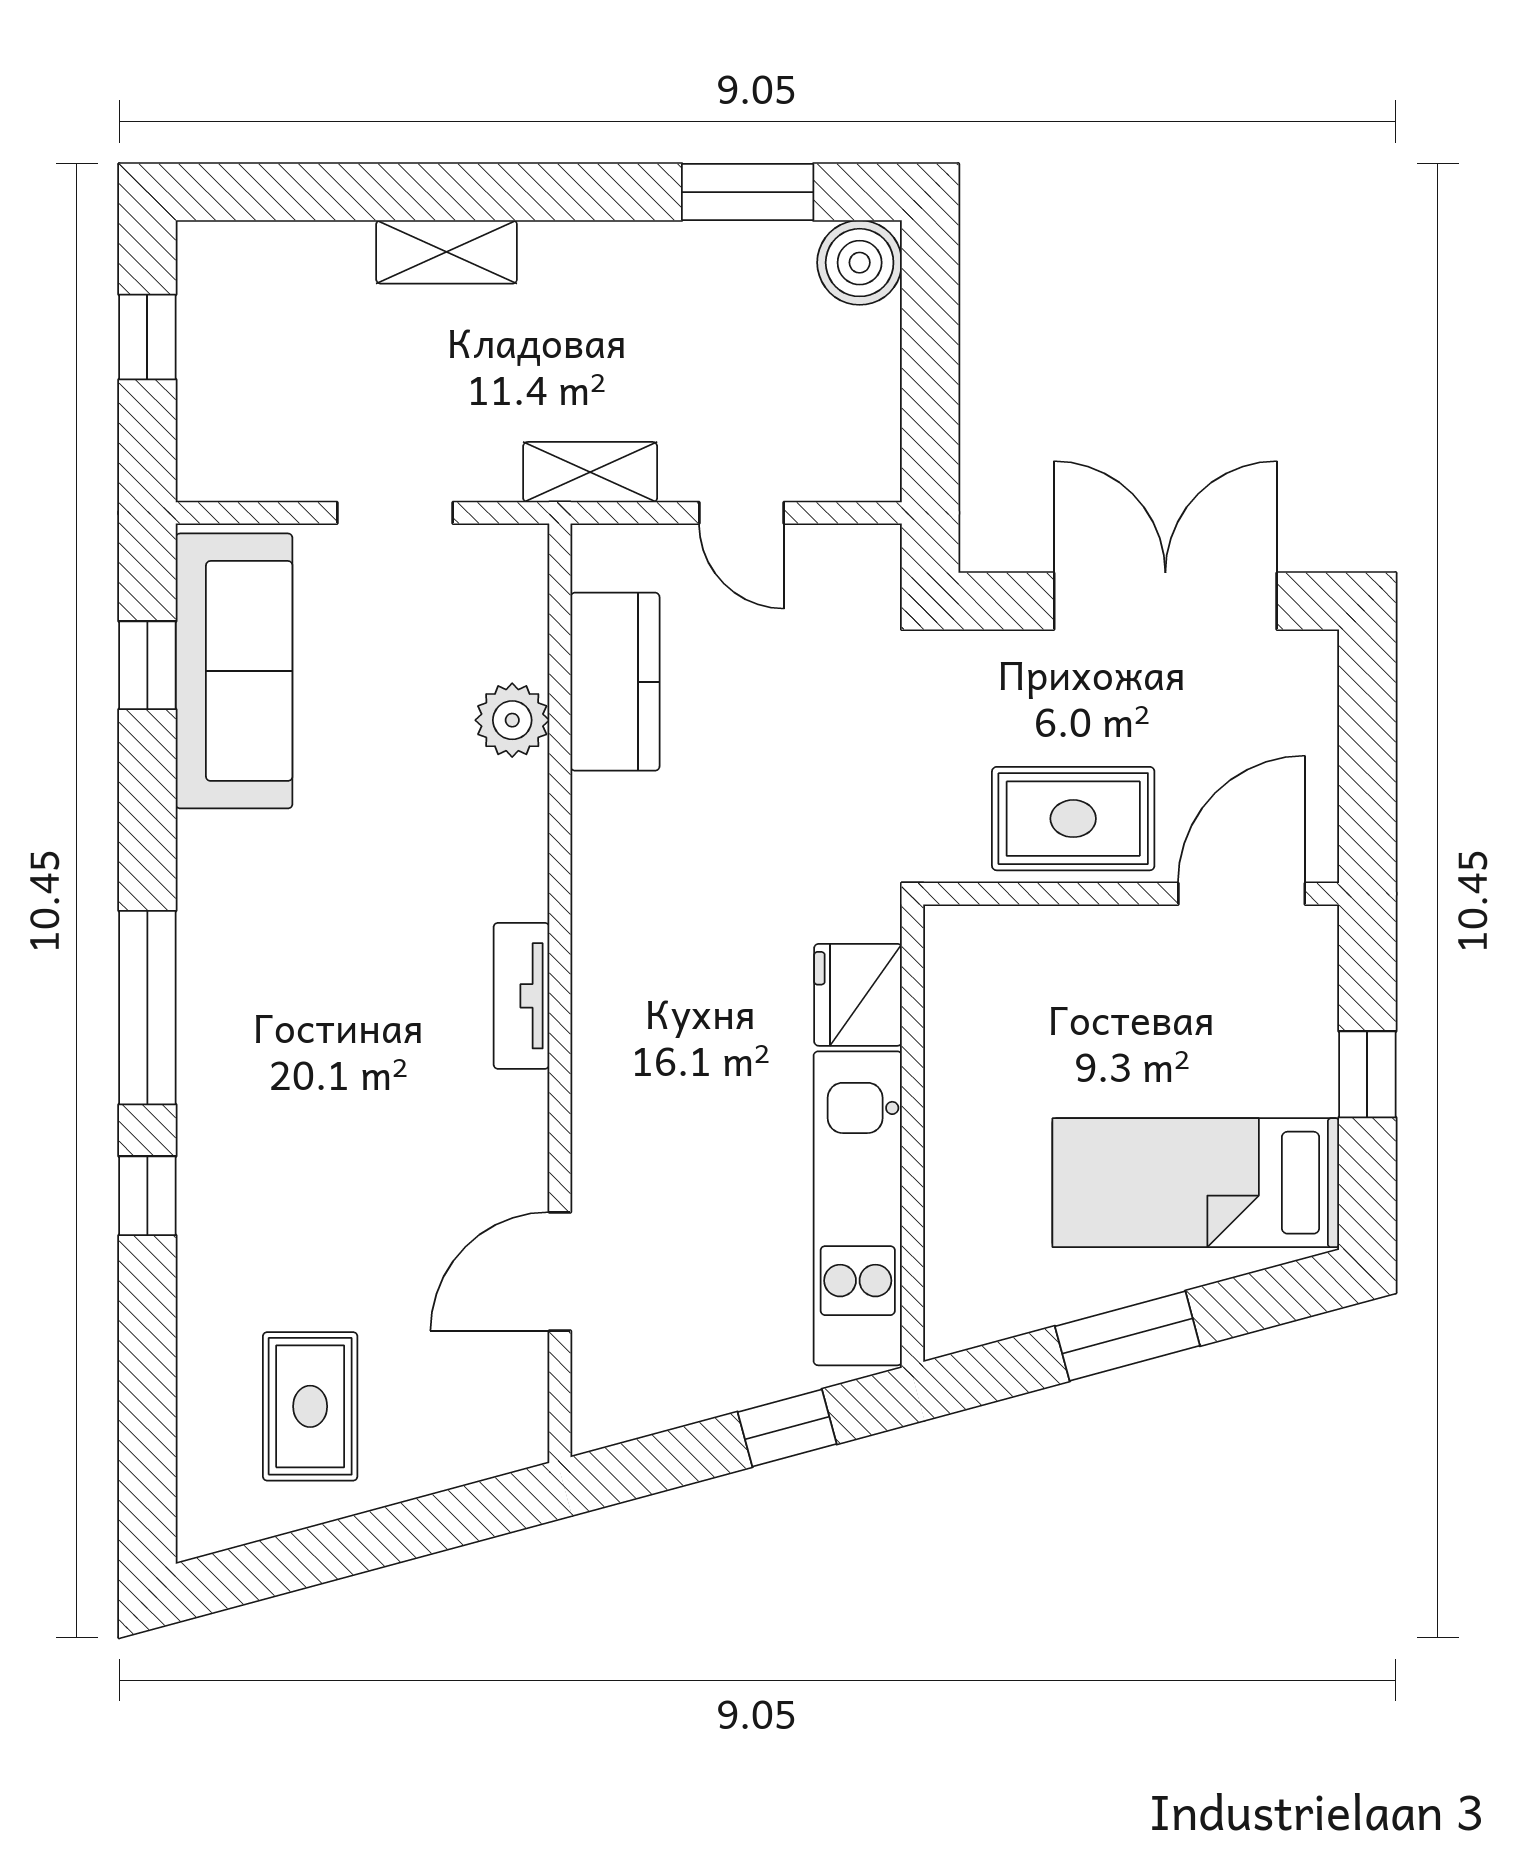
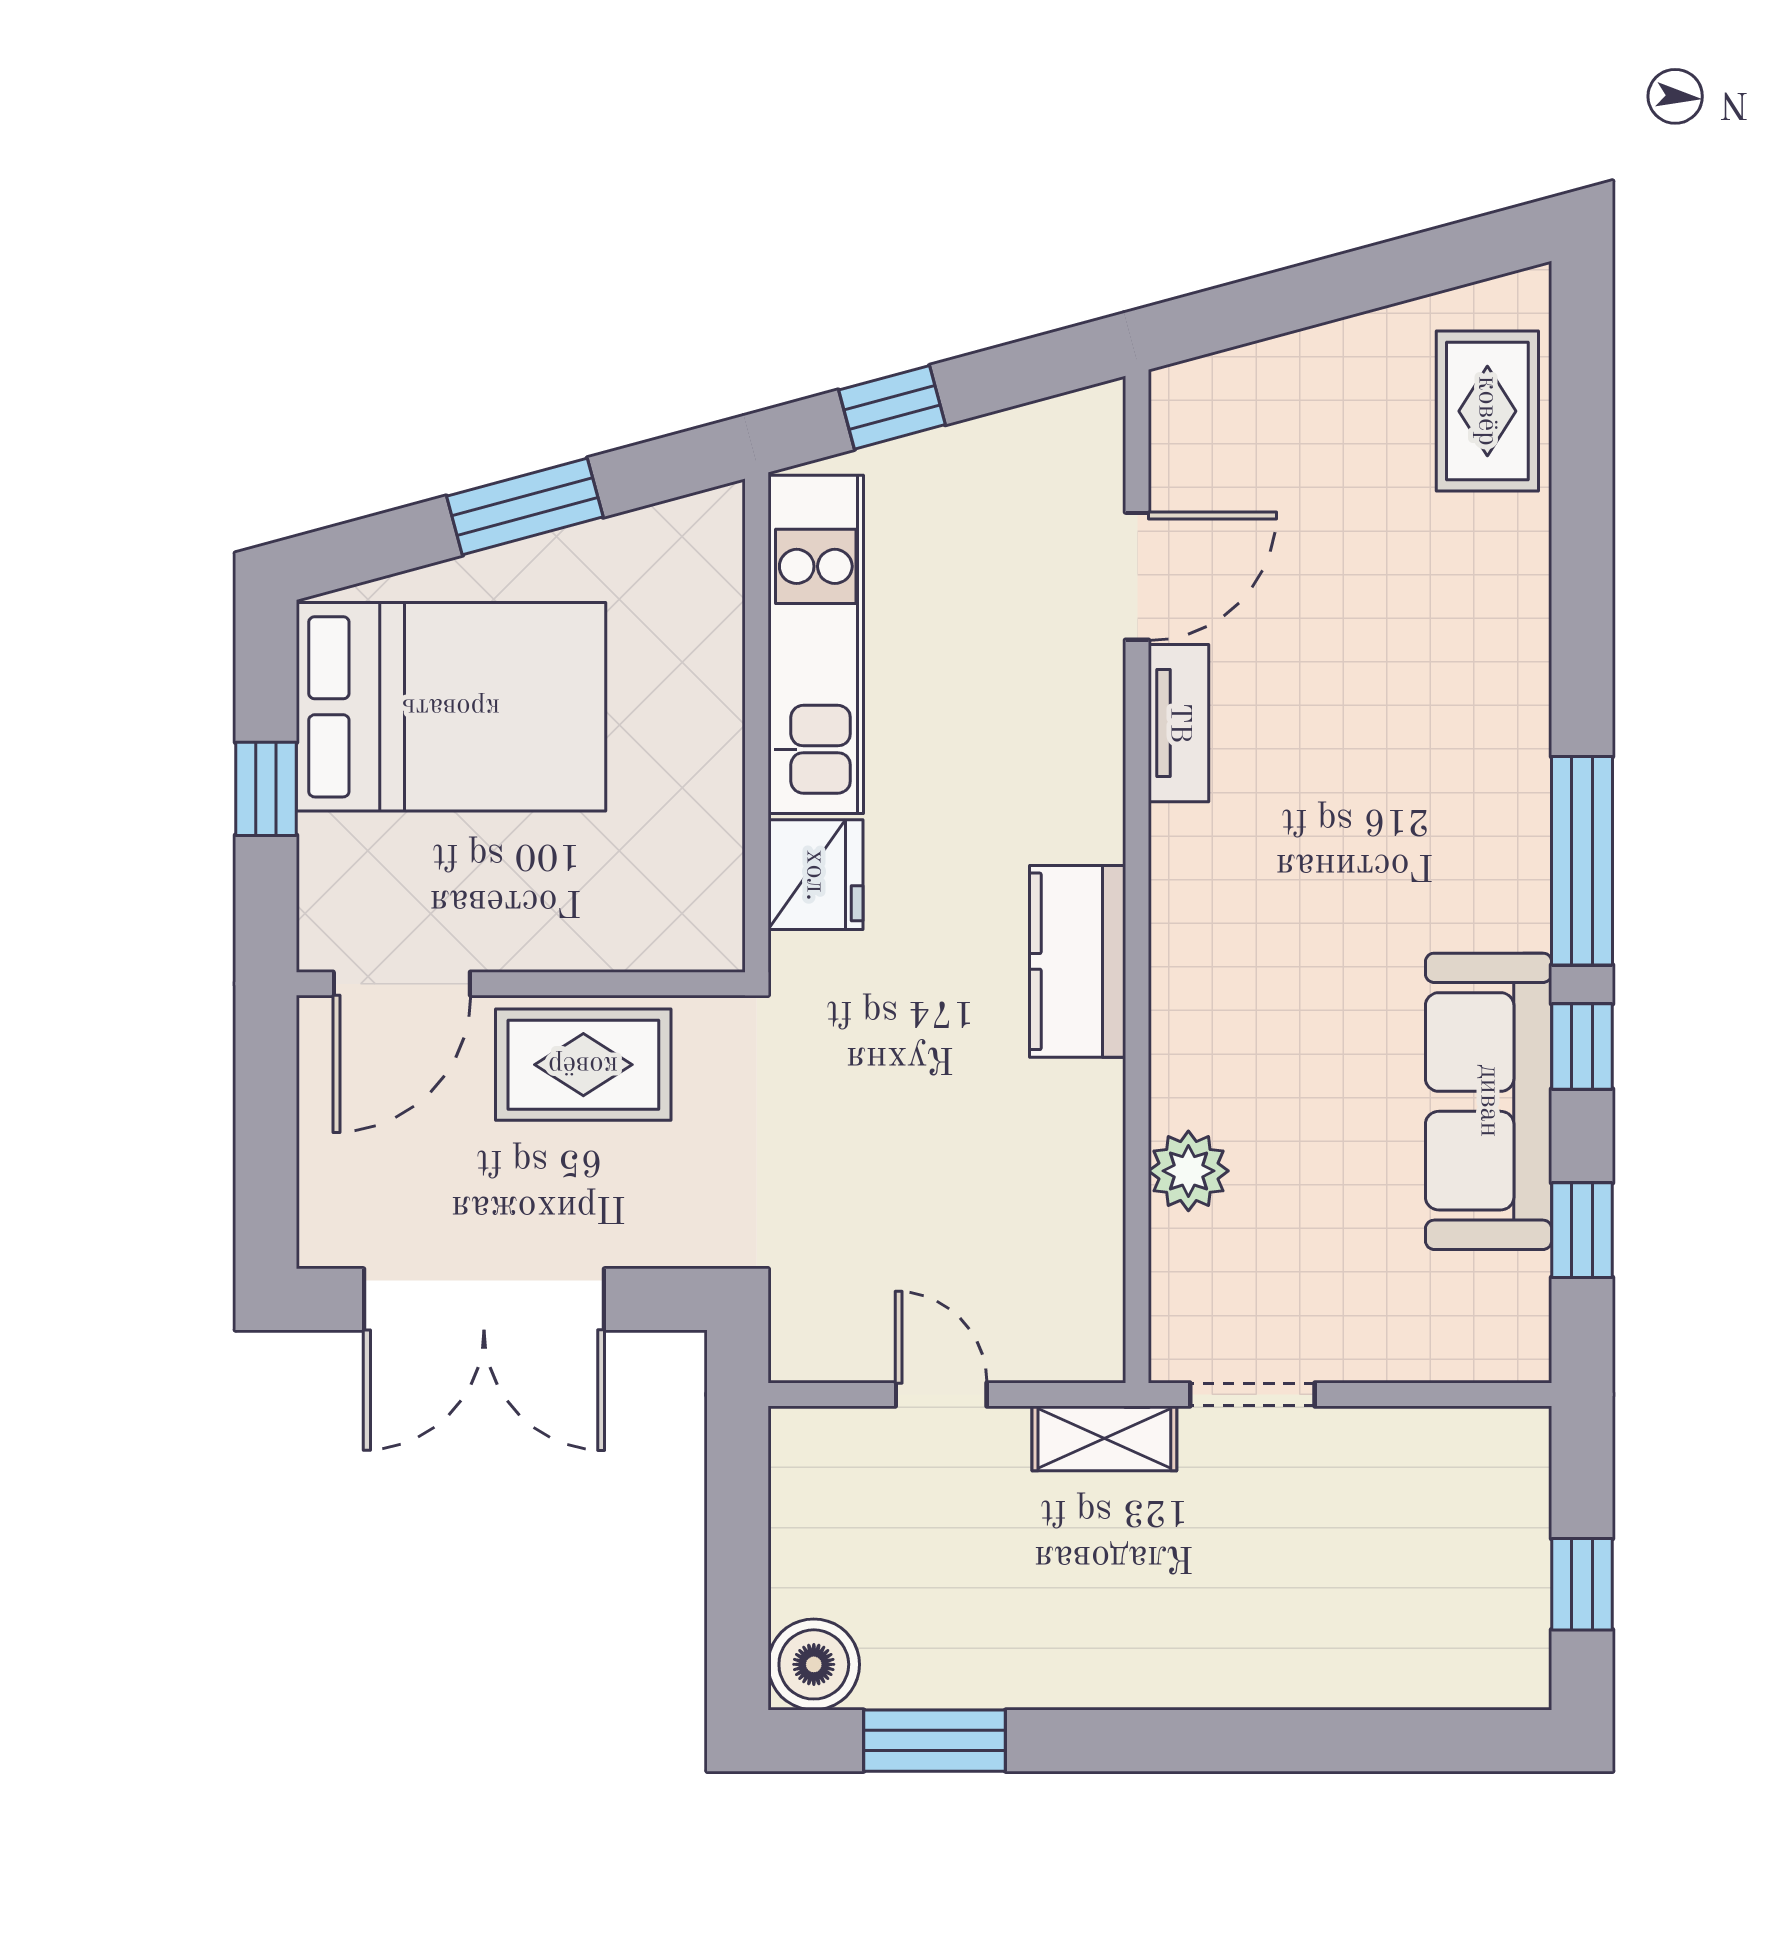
shelving: (447, 252) -> (1259, 1676), removed
doorway: (395, 513) -> (1252, 1394), moved
sofa: (234, 671) -> (1489, 1101), moved
kitchen counter: (615, 682) -> (1078, 961), moved
tv unit: (521, 996) -> (1179, 723), moved
bed: (1196, 1183) -> (451, 707), width x1.50
window: (147, 1196) -> (1582, 1046), moved
rug: (310, 1406) -> (1487, 411), moved

